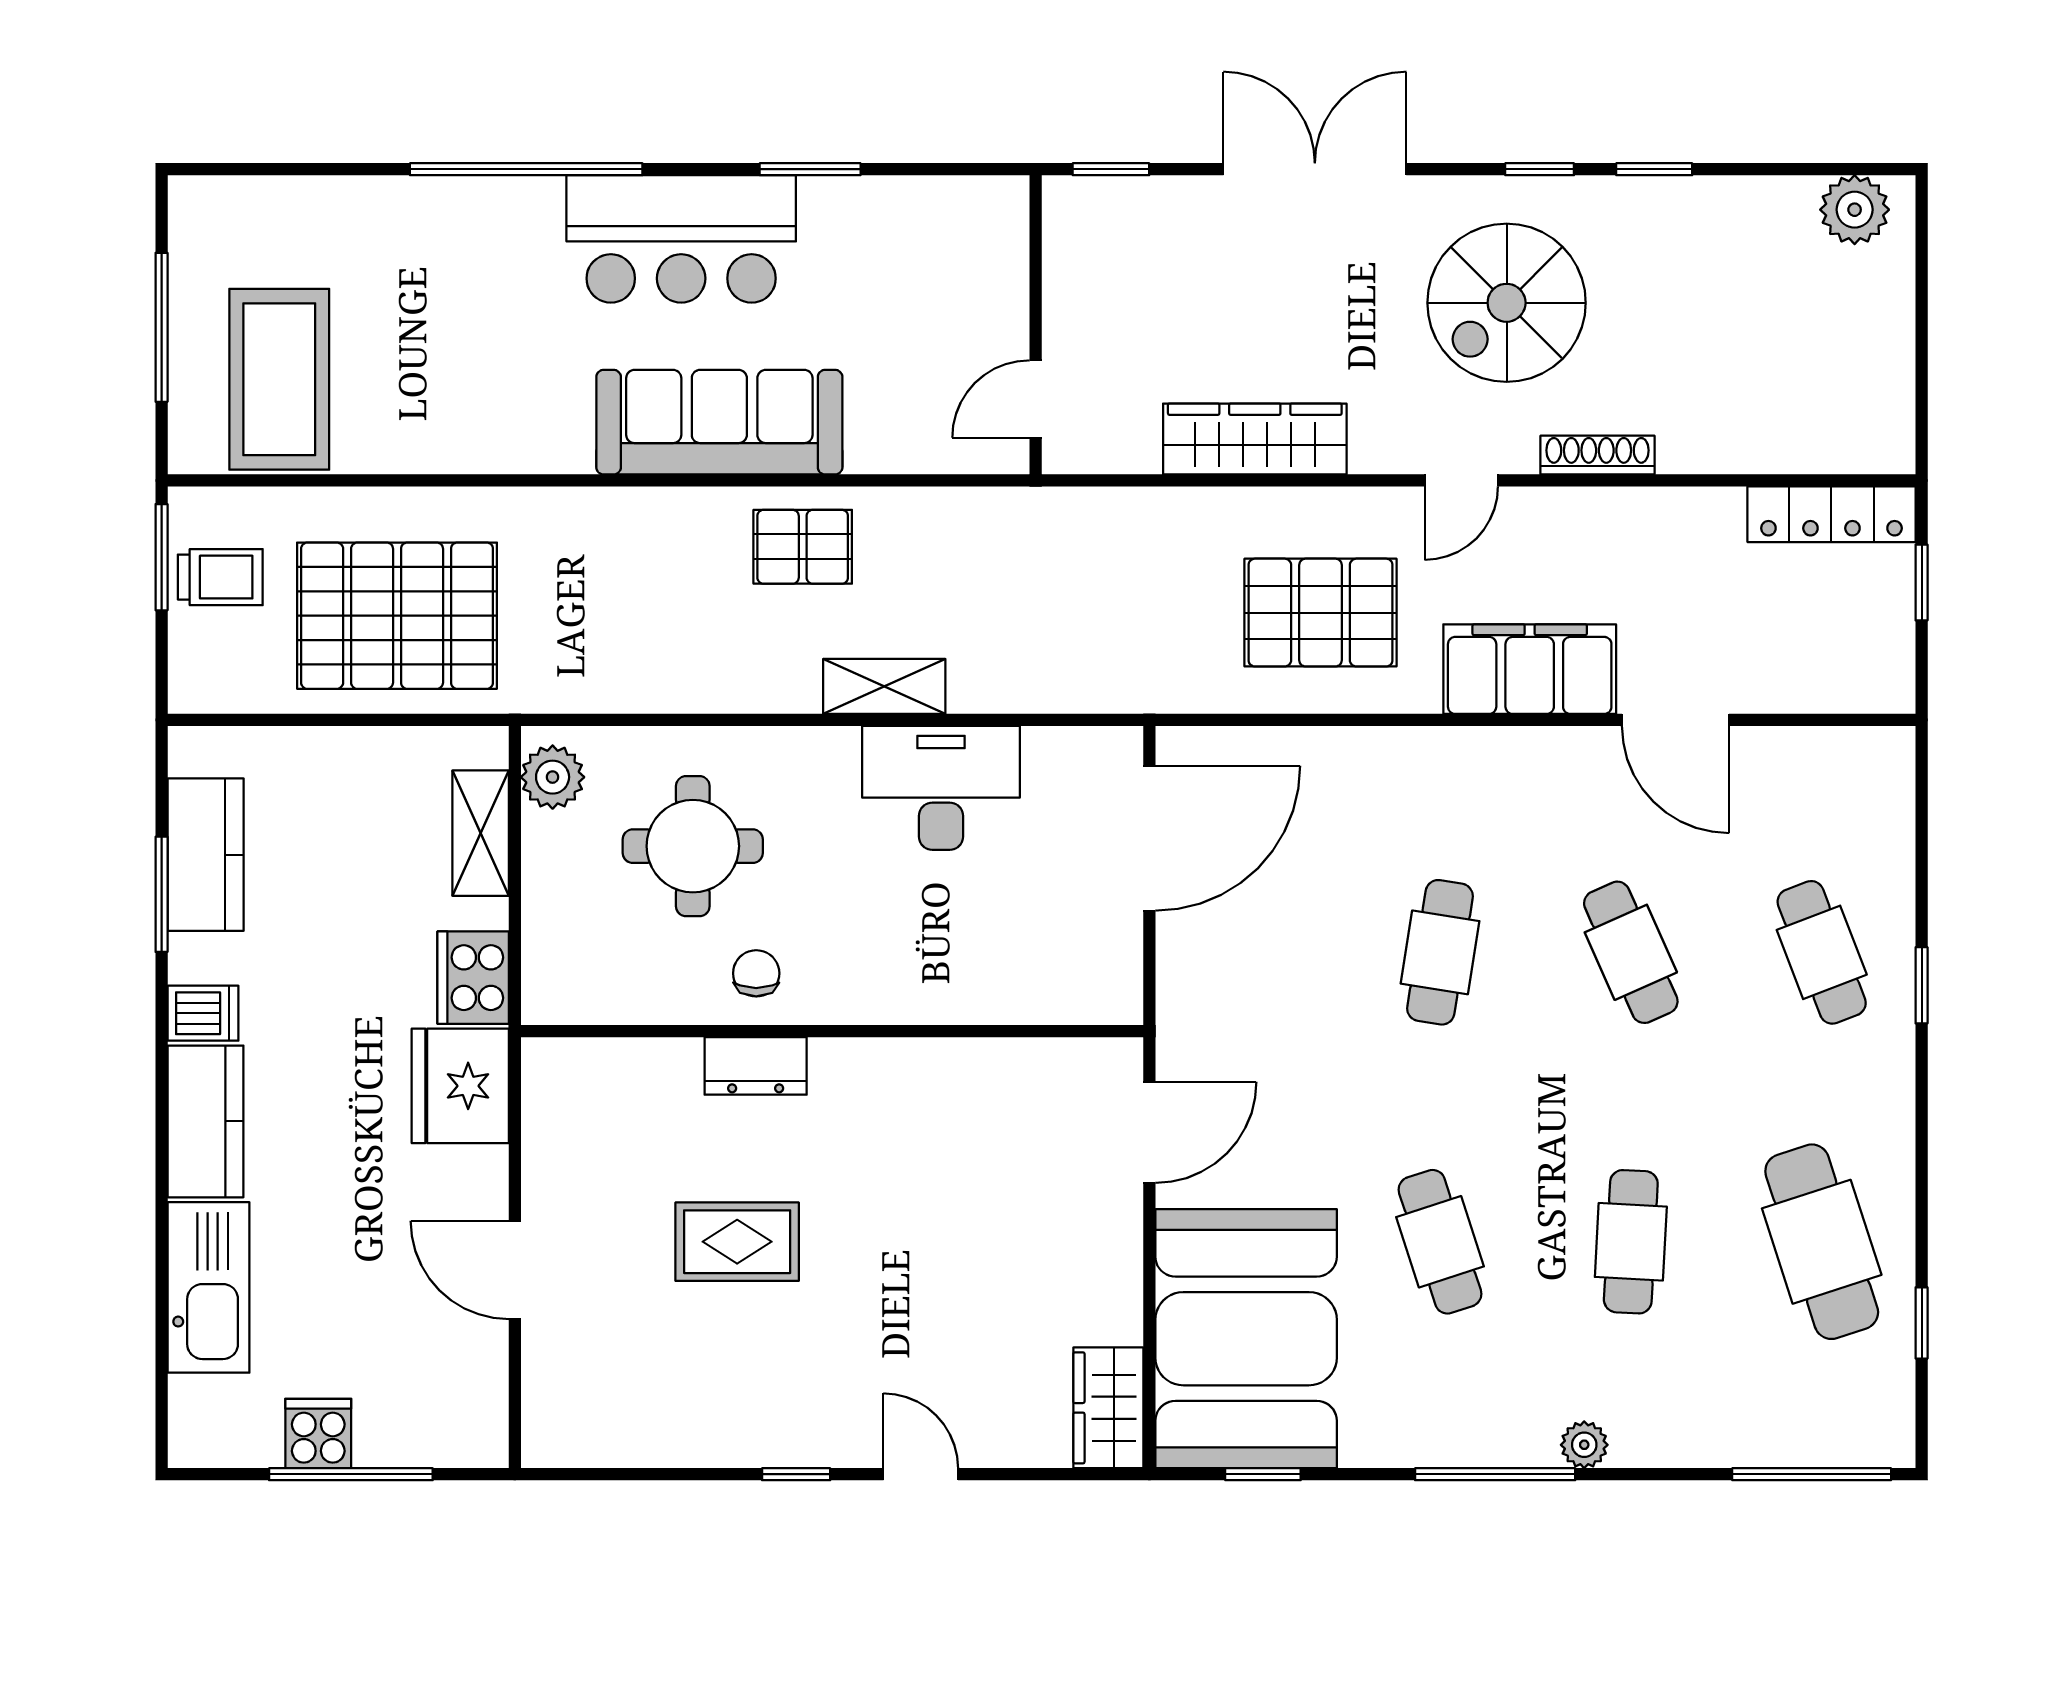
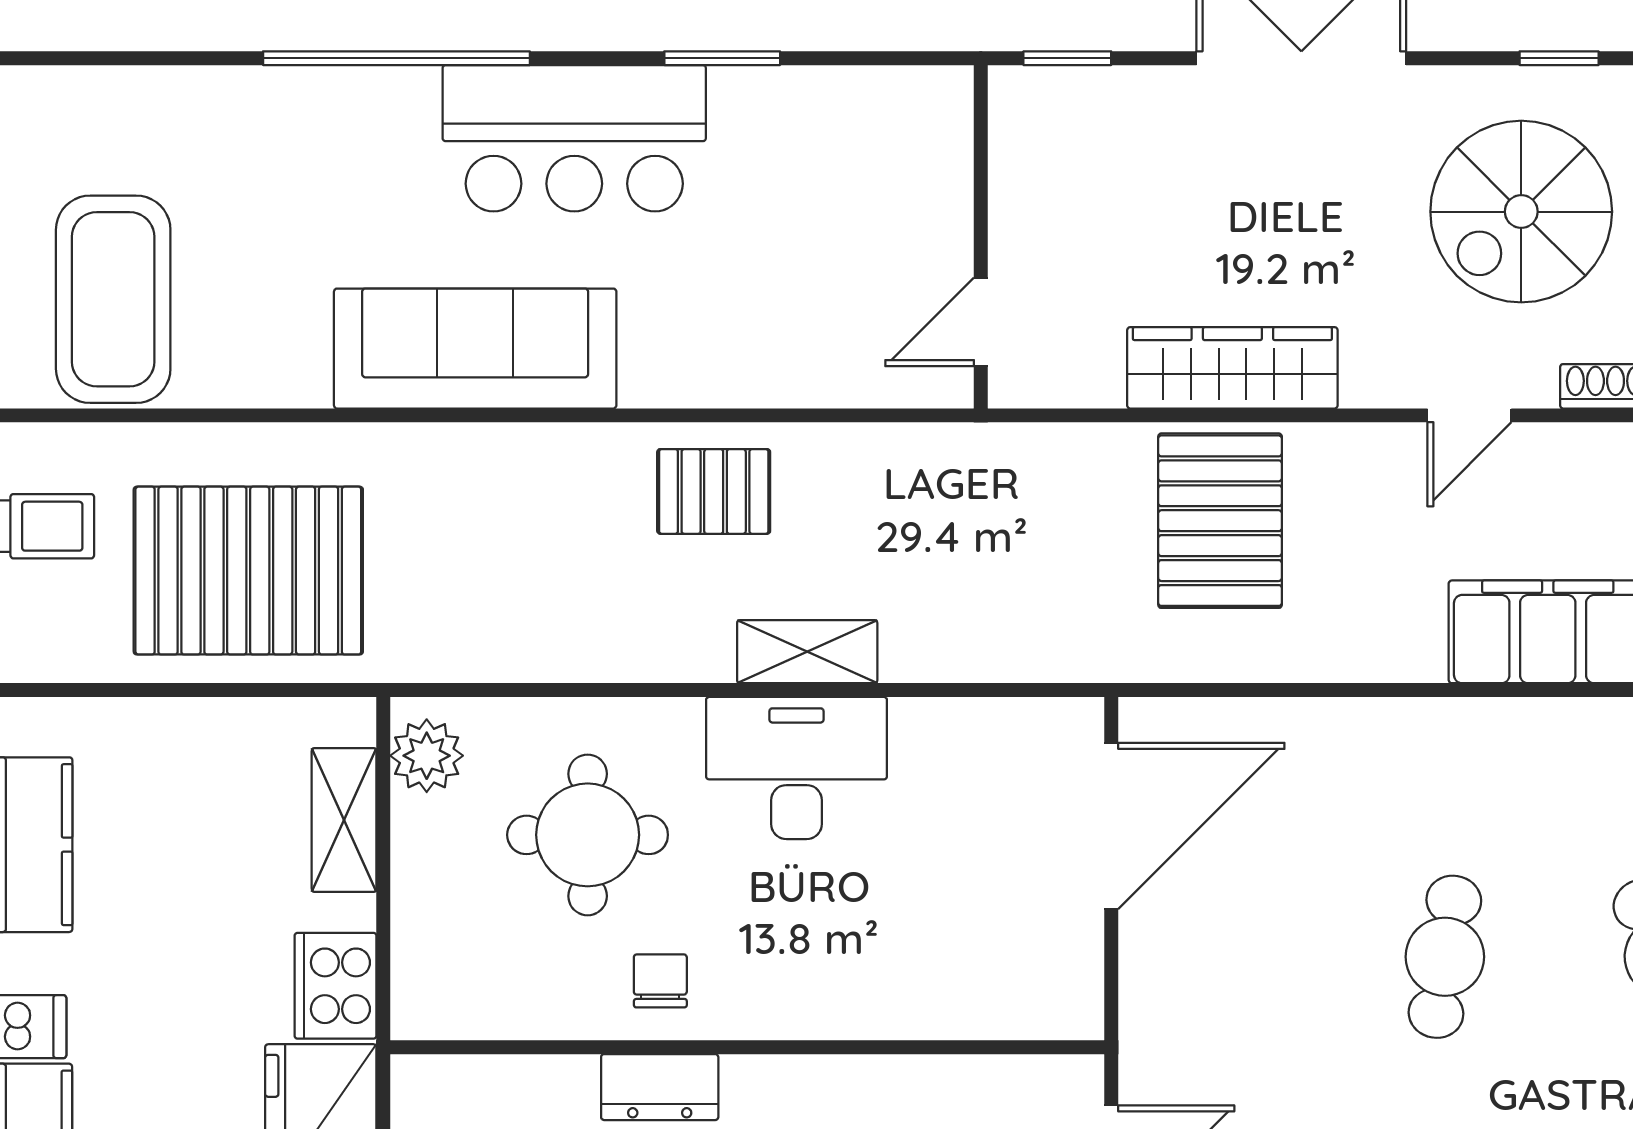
sofa: (719, 422) -> (475, 349), moved
pallet: (1321, 613) -> (1220, 521), moved, turned 90
desk: (941, 788) -> (797, 768), moved

